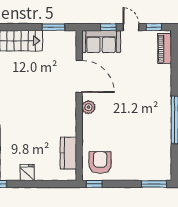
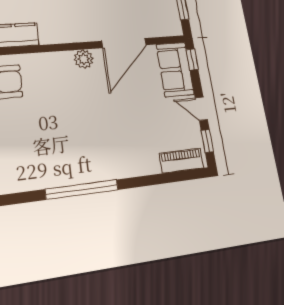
window: (108, 27) -> (192, 59), moved
door: (131, 27) -> (201, 109), swing flipped

